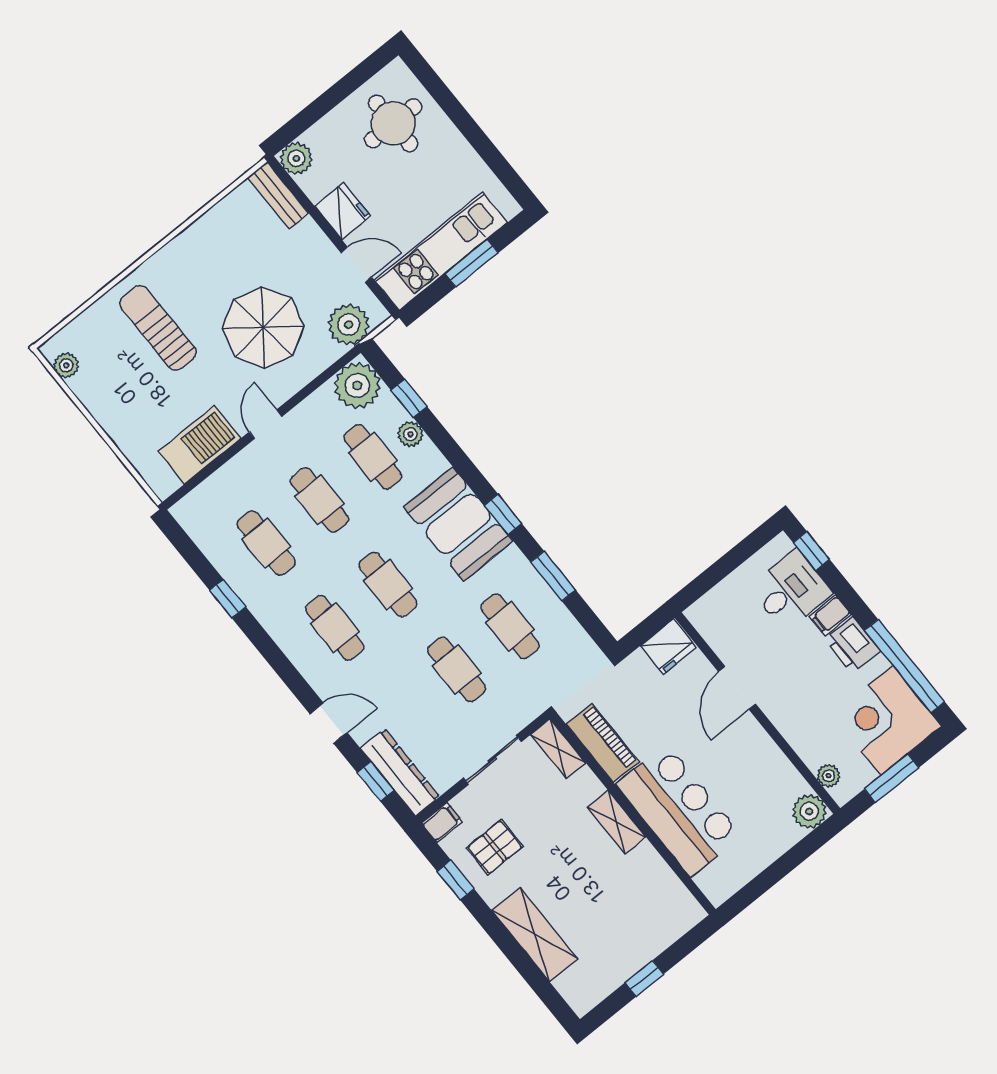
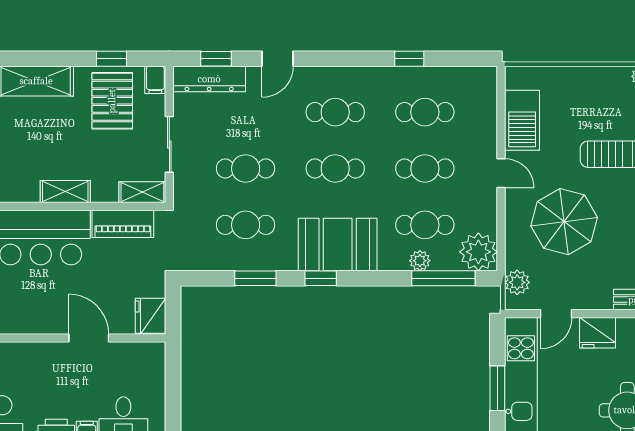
plant: (349, 325) -> (517, 282), width x0.73, depth x0.73
window: (409, 398) -> (443, 278), width x2.17
pallet: (495, 847) -> (112, 101), width x1.50, depth x1.42

